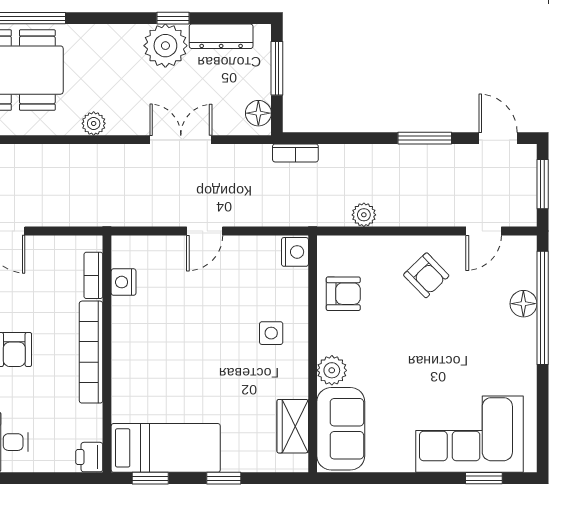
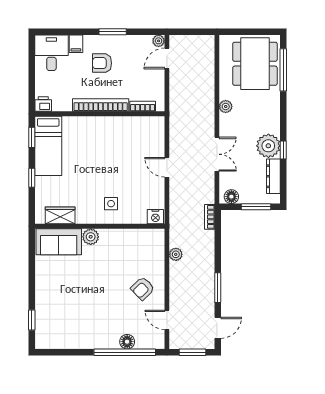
nightstand: (124, 282) -> (139, 123), removed
armchair: (343, 294) -> (133, 243), removed
corner sofa: (470, 434) -> (56, 312), removed

